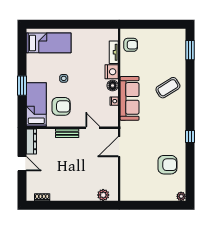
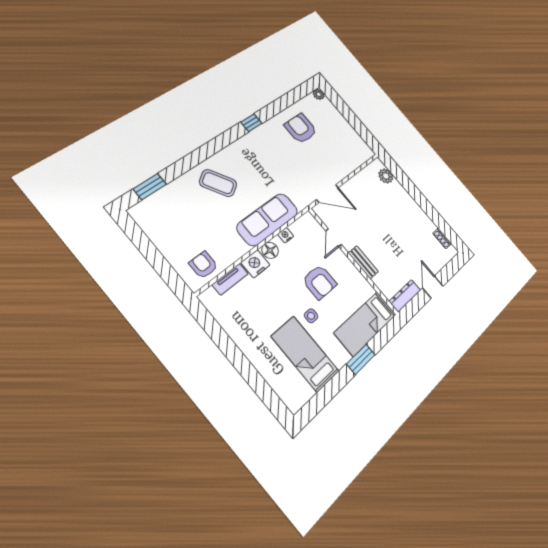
bed: (49, 43) -> (305, 354), moved
armchair: (61, 106) -> (319, 282), moved, turned 180

